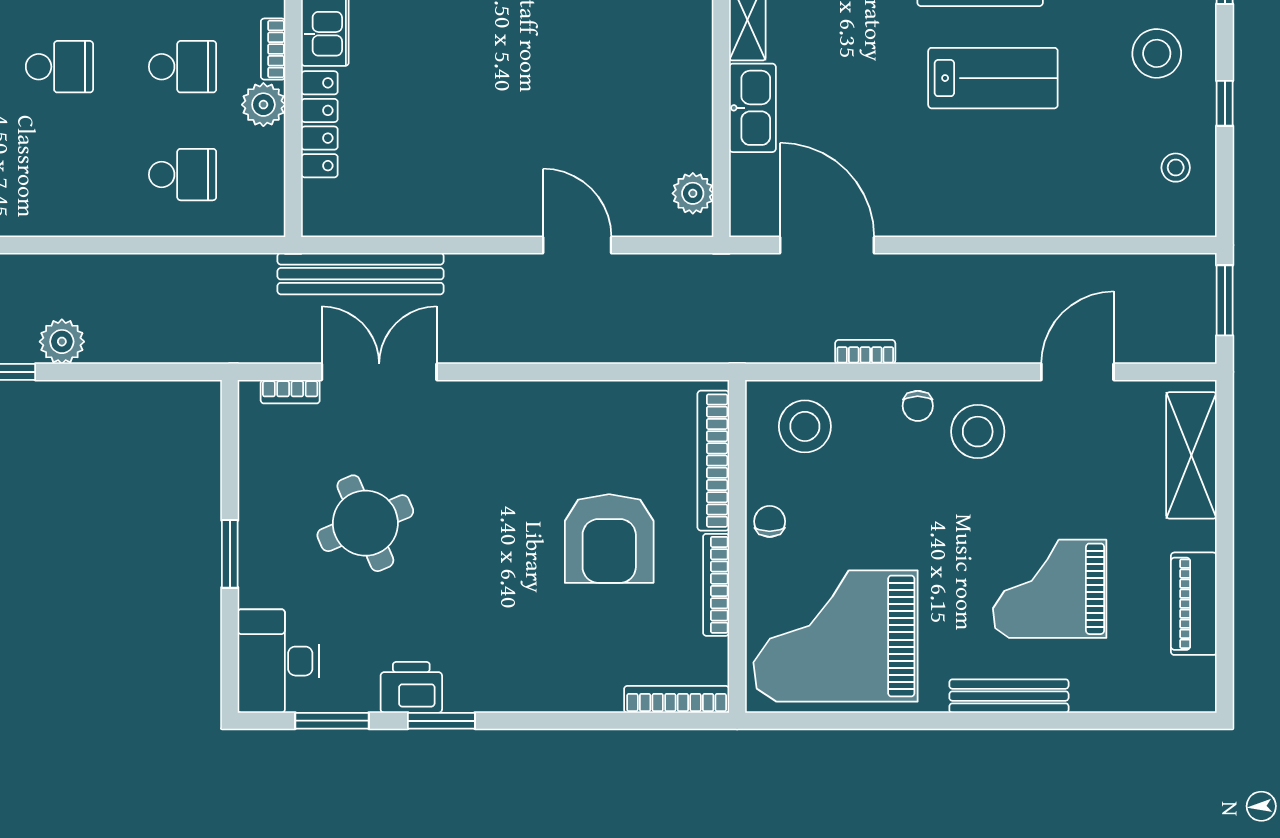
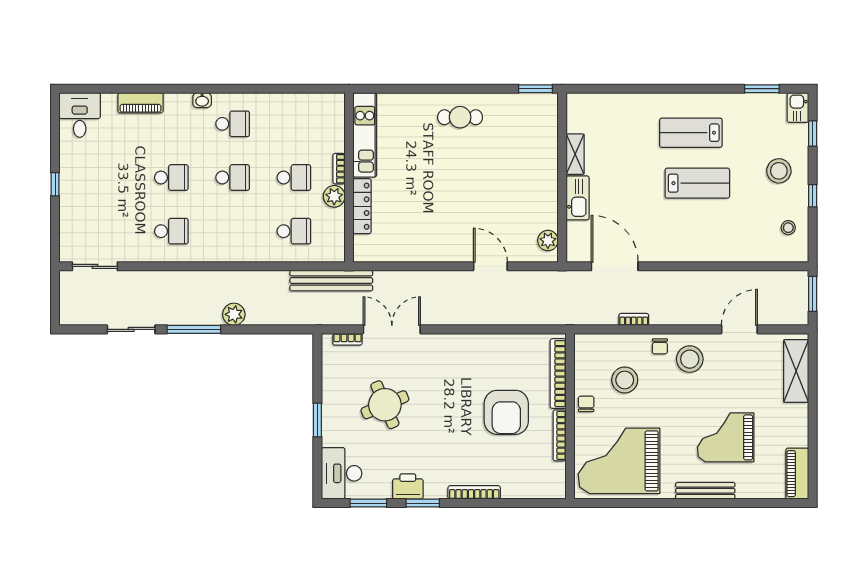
bench: (361, 274) -> (331, 281), moved
stool: (805, 426) -> (625, 380), moved
piano: (1194, 604) -> (797, 474), moved
bookcase: (677, 699) -> (474, 492), moved

